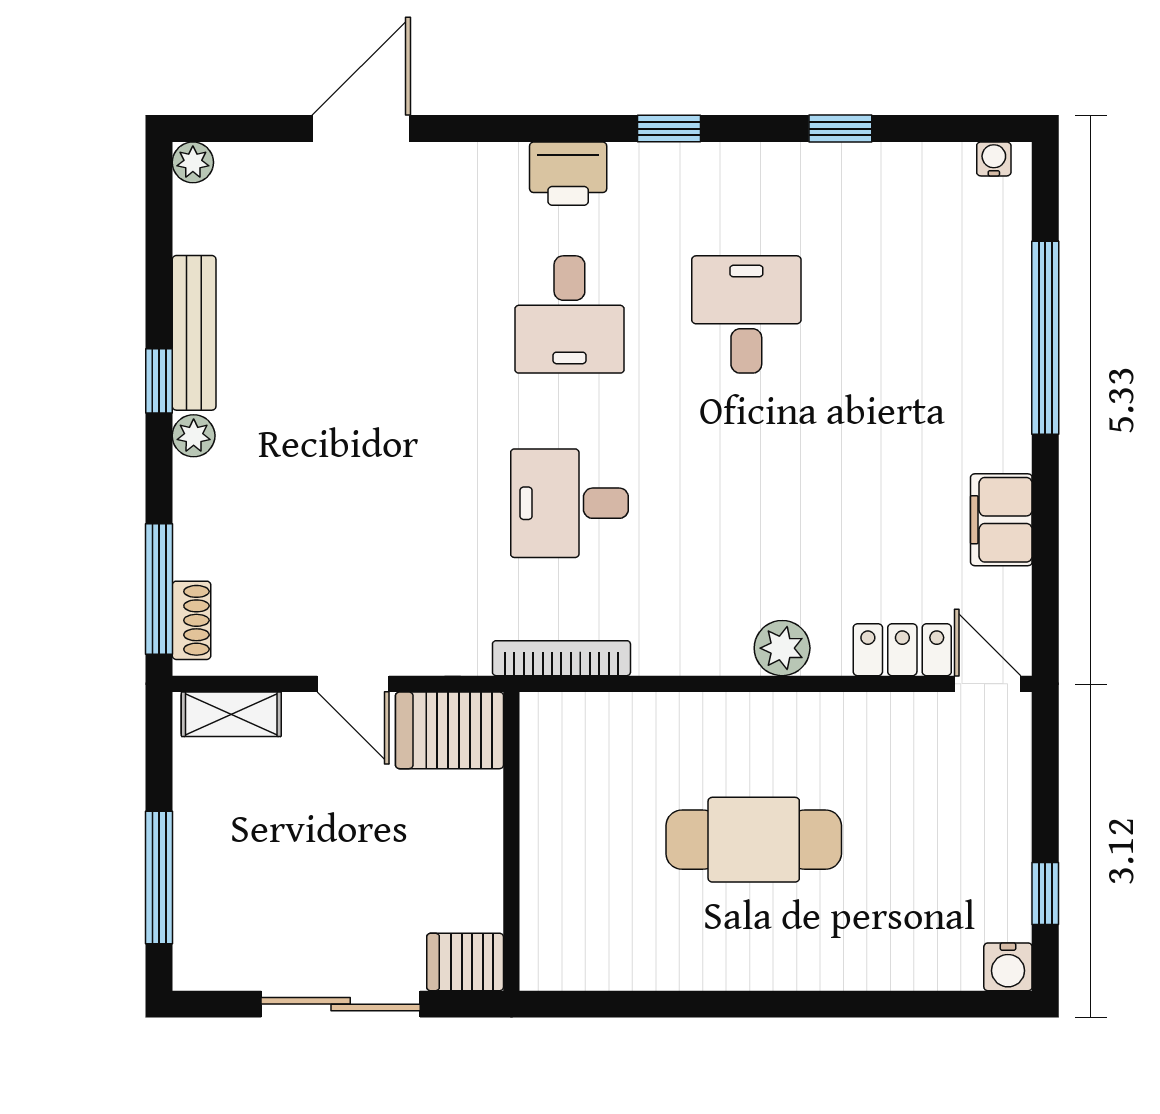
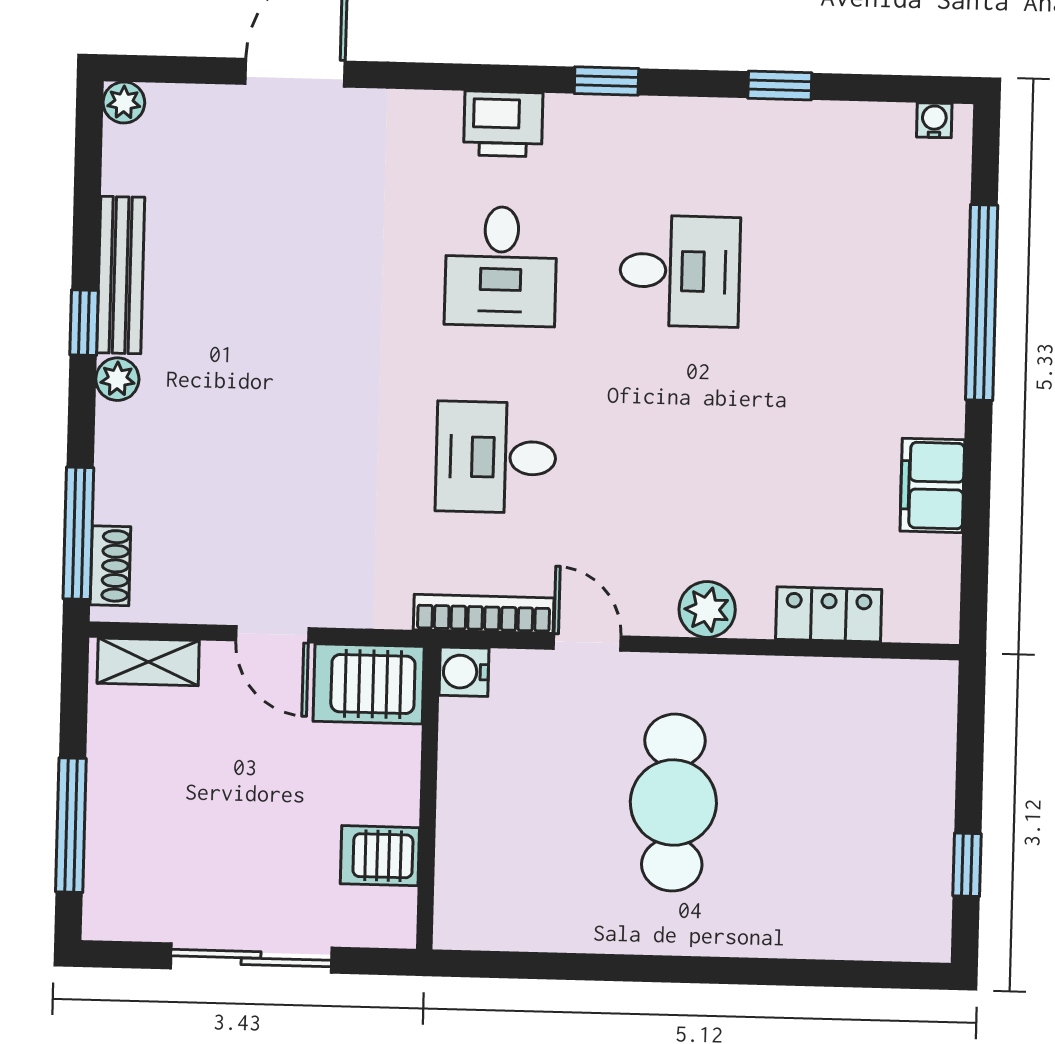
desk: (746, 314) -> (680, 271), turned 90
door: (988, 684) -> (587, 643), moved
cafe table: (754, 840) -> (673, 803), turned 90
server rack: (465, 962) -> (380, 856), moved
water cooler: (1008, 967) -> (464, 672), moved, turned 90

